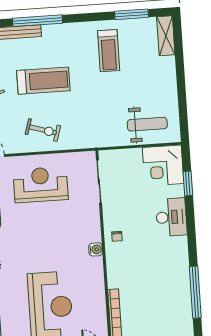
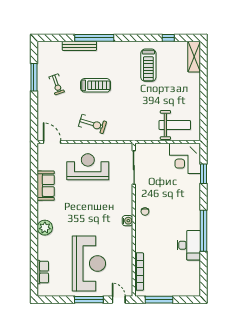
window: (131, 14) -> (168, 38), width x0.46
treadmill: (43, 81) -> (96, 85), width x0.73, depth x0.73
desk: (171, 217) -> (189, 245), moved
window: (195, 292) -> (204, 231), moved

